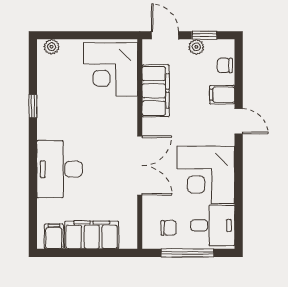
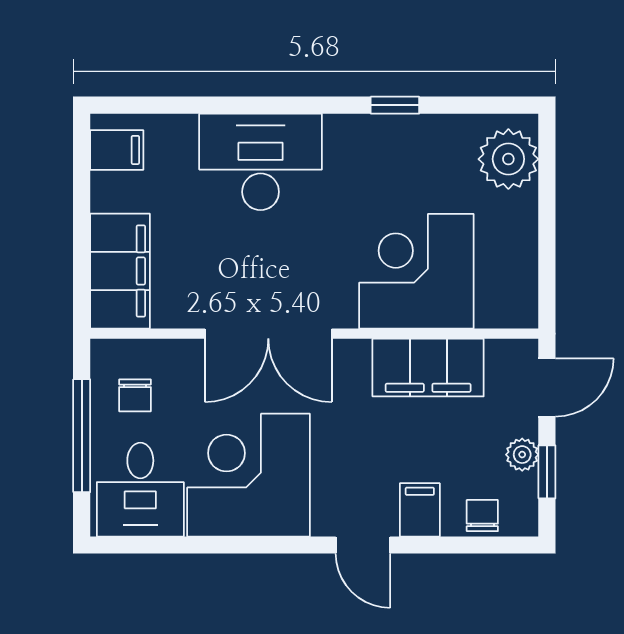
plant: (52, 47) -> (508, 159), width x1.88, depth x1.88
corner desk: (111, 69) -> (416, 271), moved
door: (239, 121) -> (363, 545), hinge flipped
filing cabinet: (92, 235) -> (120, 271), moved

